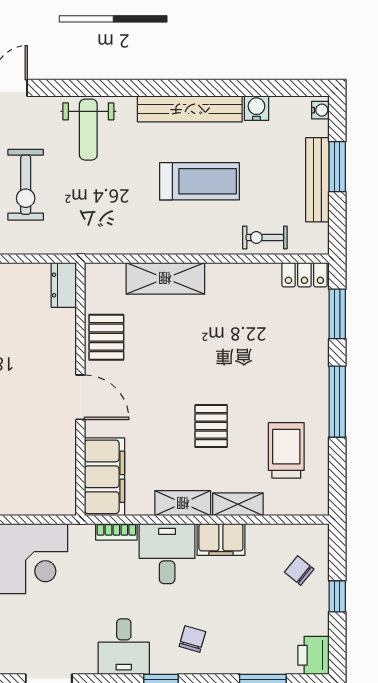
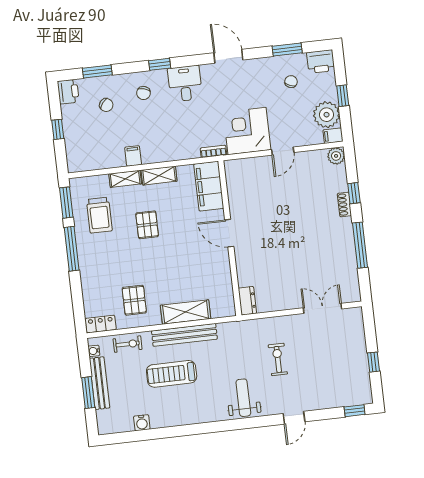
bench: (190, 109) -> (184, 335), moved
water cooler: (320, 110) -> (94, 351), moved
exercise bike: (26, 185) -> (278, 359), width x0.73, depth x0.72
window: (337, 314) -> (66, 203), moved
pallet: (106, 337) -> (134, 300), moved
bookcase: (116, 532) -> (213, 151), moved
filing cabinet: (221, 540) -> (133, 156), width x0.50
desk: (167, 554) -> (165, 144), removed
chair: (299, 571) -> (106, 105), moved

